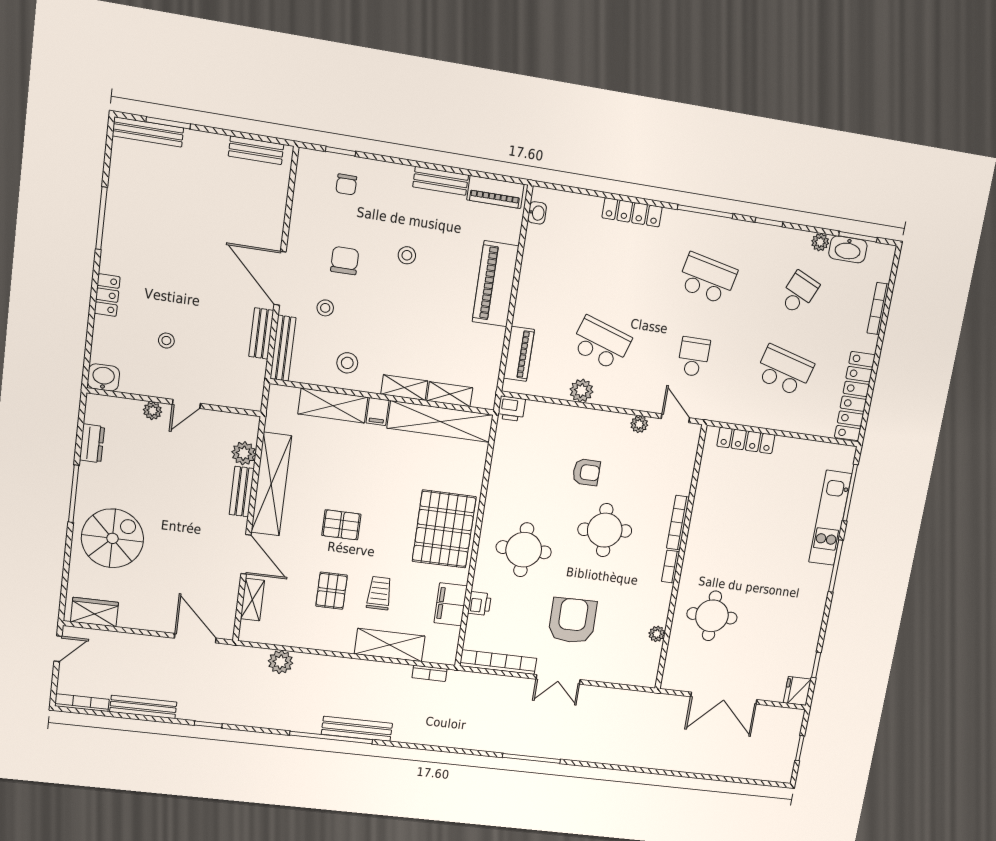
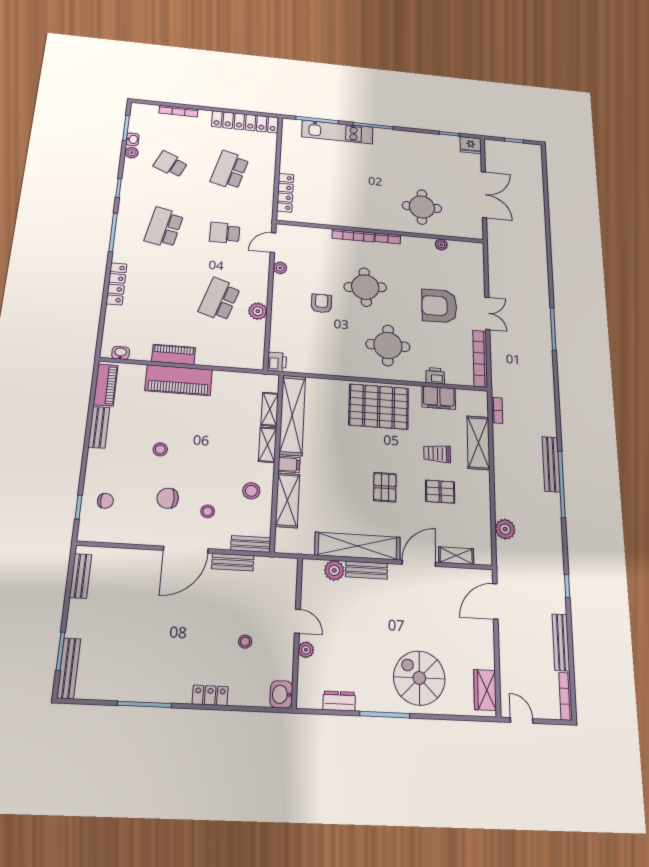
washbasin: (848, 249) -> (132, 139), width x0.52, depth x0.69
bench: (283, 348) -> (251, 544), width x0.73
piano: (519, 354) -> (174, 354), moved

